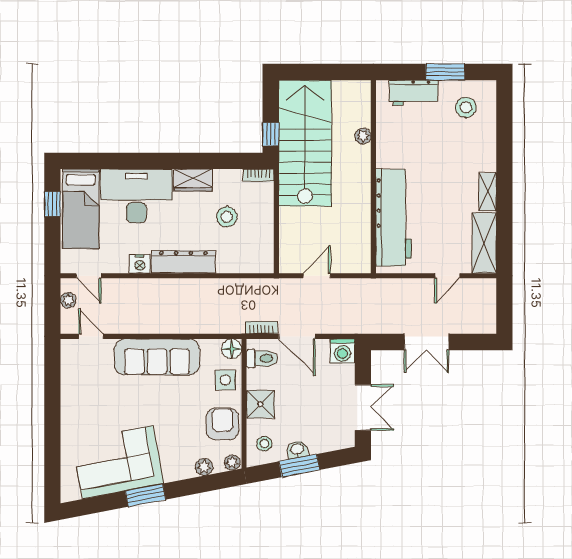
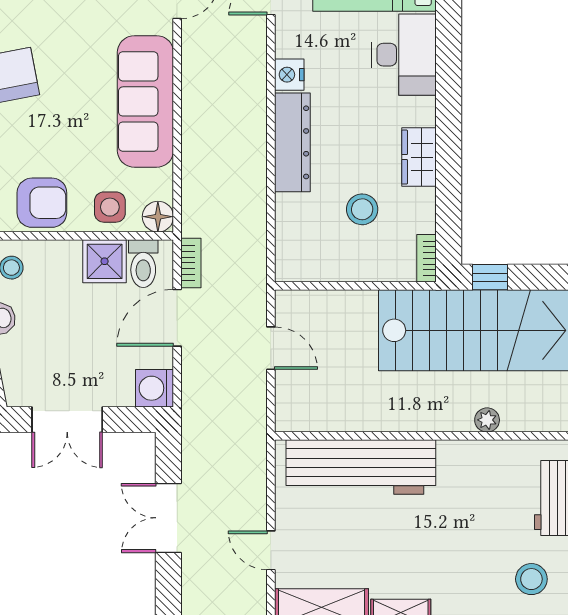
desk: (136, 196) -> (404, 55), width x0.73, depth x0.77
shower: (260, 404) -> (105, 261), moved

